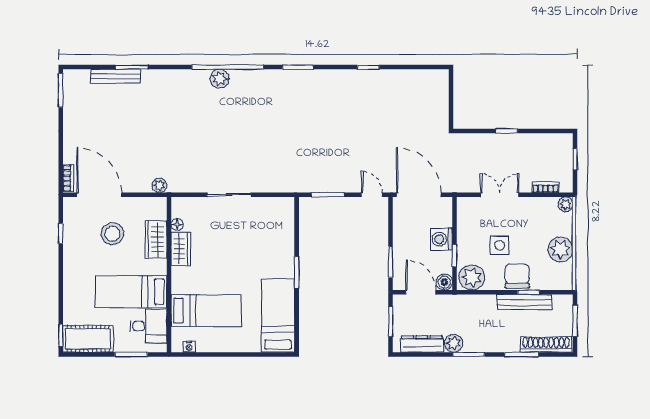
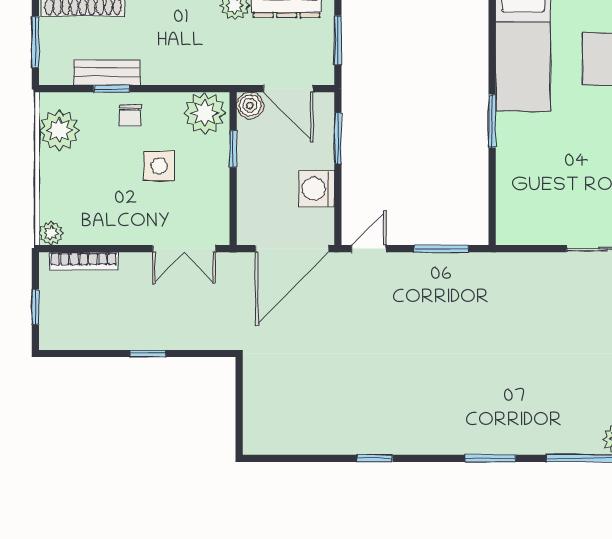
bookcase: (546, 187) -> (84, 261), width x1.56
door: (372, 195) -> (369, 249), swing flipped
door: (419, 195) -> (292, 249), hinge flipped
double door: (500, 195) -> (184, 249), moved
washing machine: (441, 239) -> (316, 189), moved, turned 180
plant: (560, 250) -> (59, 130), moved
chair: (517, 276) -> (130, 116), width x0.54, depth x0.54
bench: (524, 302) -> (107, 72), width x0.73

